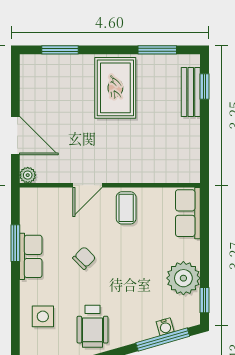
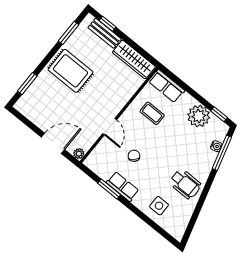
wardrobe: (188, 150) -> (134, 59), added
coffee table: (126, 208) -> (152, 113), moved
chair: (84, 258) -> (134, 156), moved

